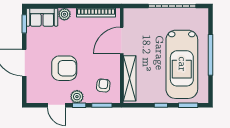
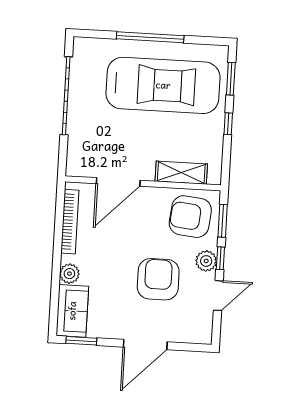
door: (122, 41) -> (118, 182), hinge flipped
shelving: (130, 78) -> (181, 173), width x0.68
armchair: (103, 85) -> (190, 217), width x1.88, depth x1.88

